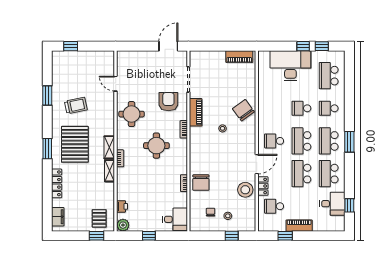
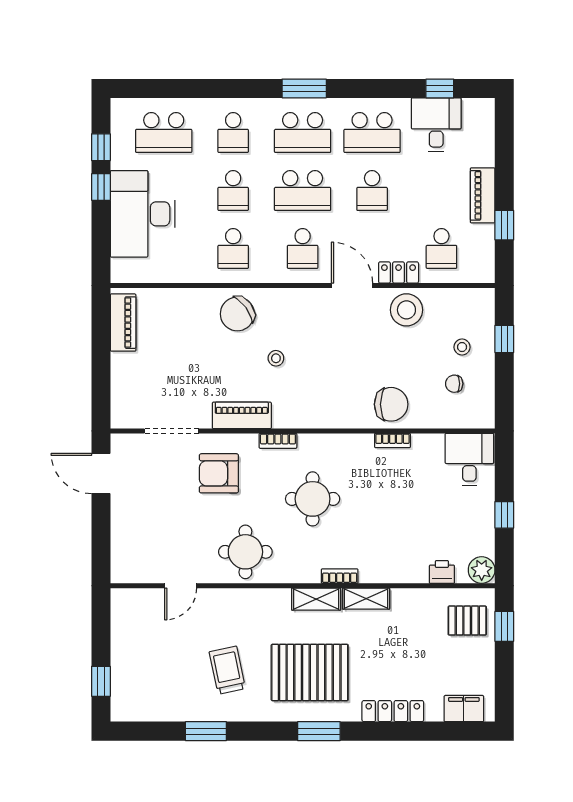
school desk: (274, 108) -> (233, 249), added
school desk: (301, 174) -> (372, 191), width x0.54

